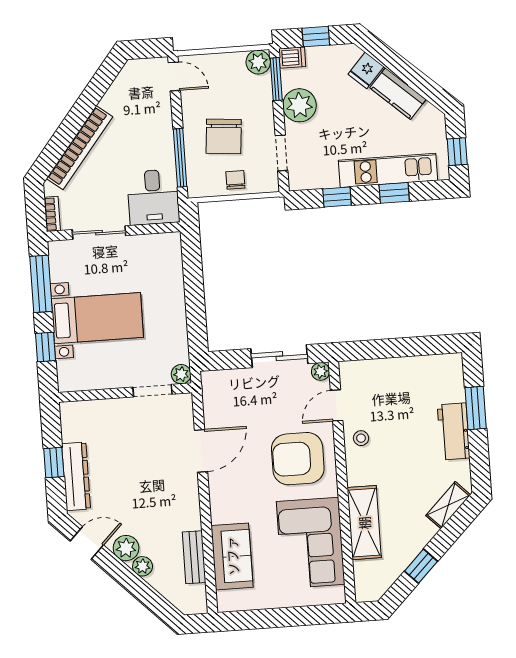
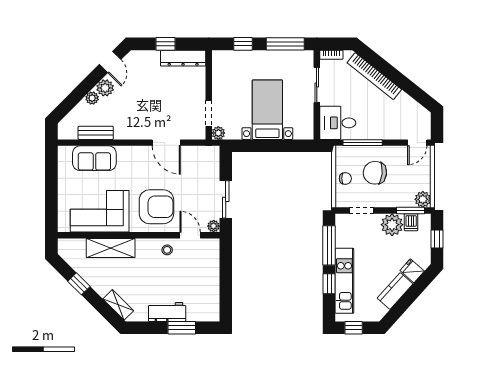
dishwasher: (292, 58) -> (411, 222), moved
window: (337, 197) -> (329, 245), width x2.17
bed with nightstands: (97, 318) -> (267, 110), moved, turned 180
armchair: (298, 459) -> (156, 207), turned 90
dresser: (76, 476) -> (183, 58), moved

